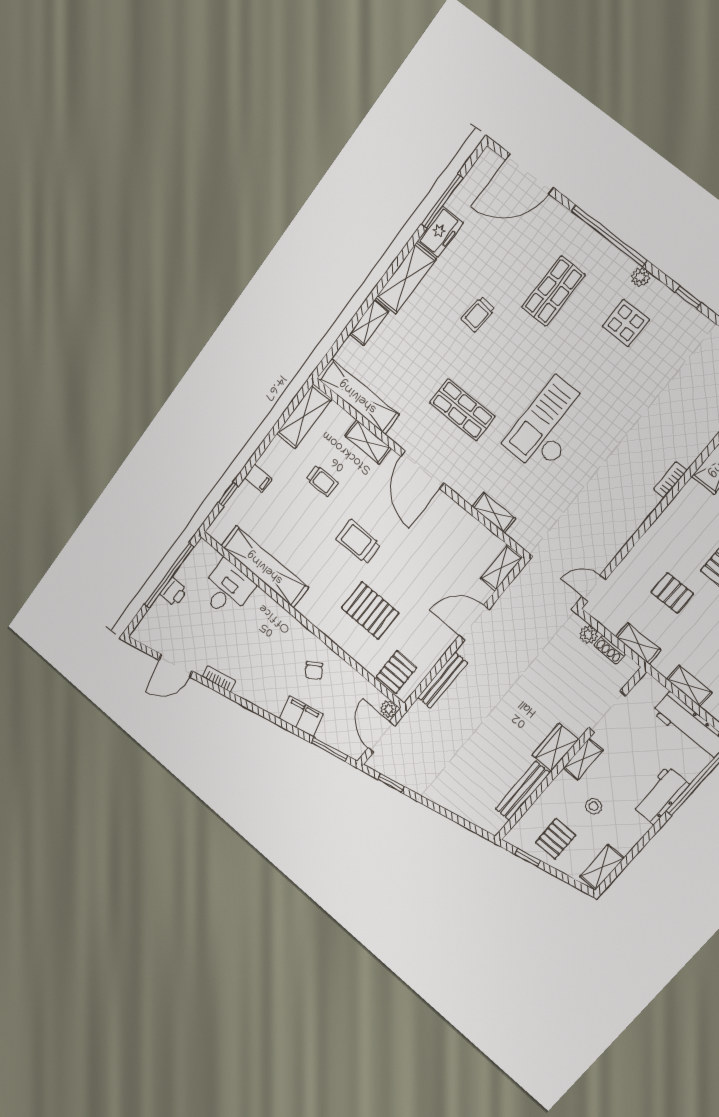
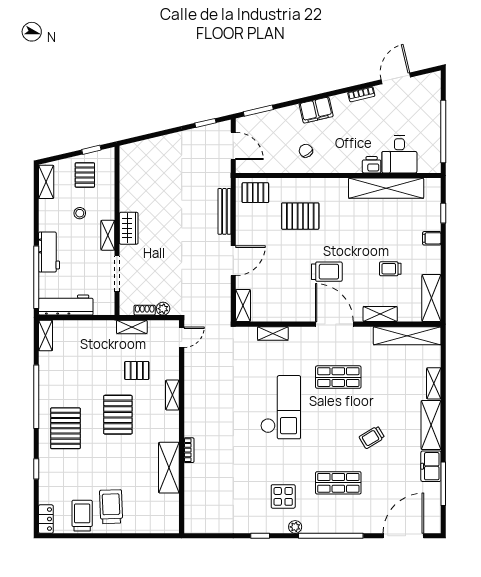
shop shelf: (553, 291) -> (338, 483), turned 90
trolley: (478, 314) -> (372, 437), turned -126
bookcase: (670, 480) -> (189, 450), moved
trolley: (358, 542) -> (327, 272), moved
printer: (174, 592) -> (372, 165), moved, turned 90
pallet: (396, 672) -> (255, 193), turned 90
shelving: (689, 686) -> (172, 395), moved, turned 90
plant: (389, 709) -> (242, 167), removed
filing cabinet: (301, 716) -> (316, 110), moved
bench: (522, 791) -> (126, 187), removed

